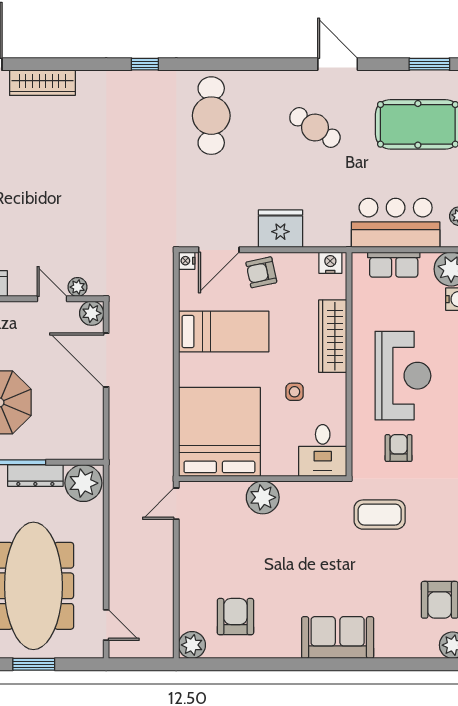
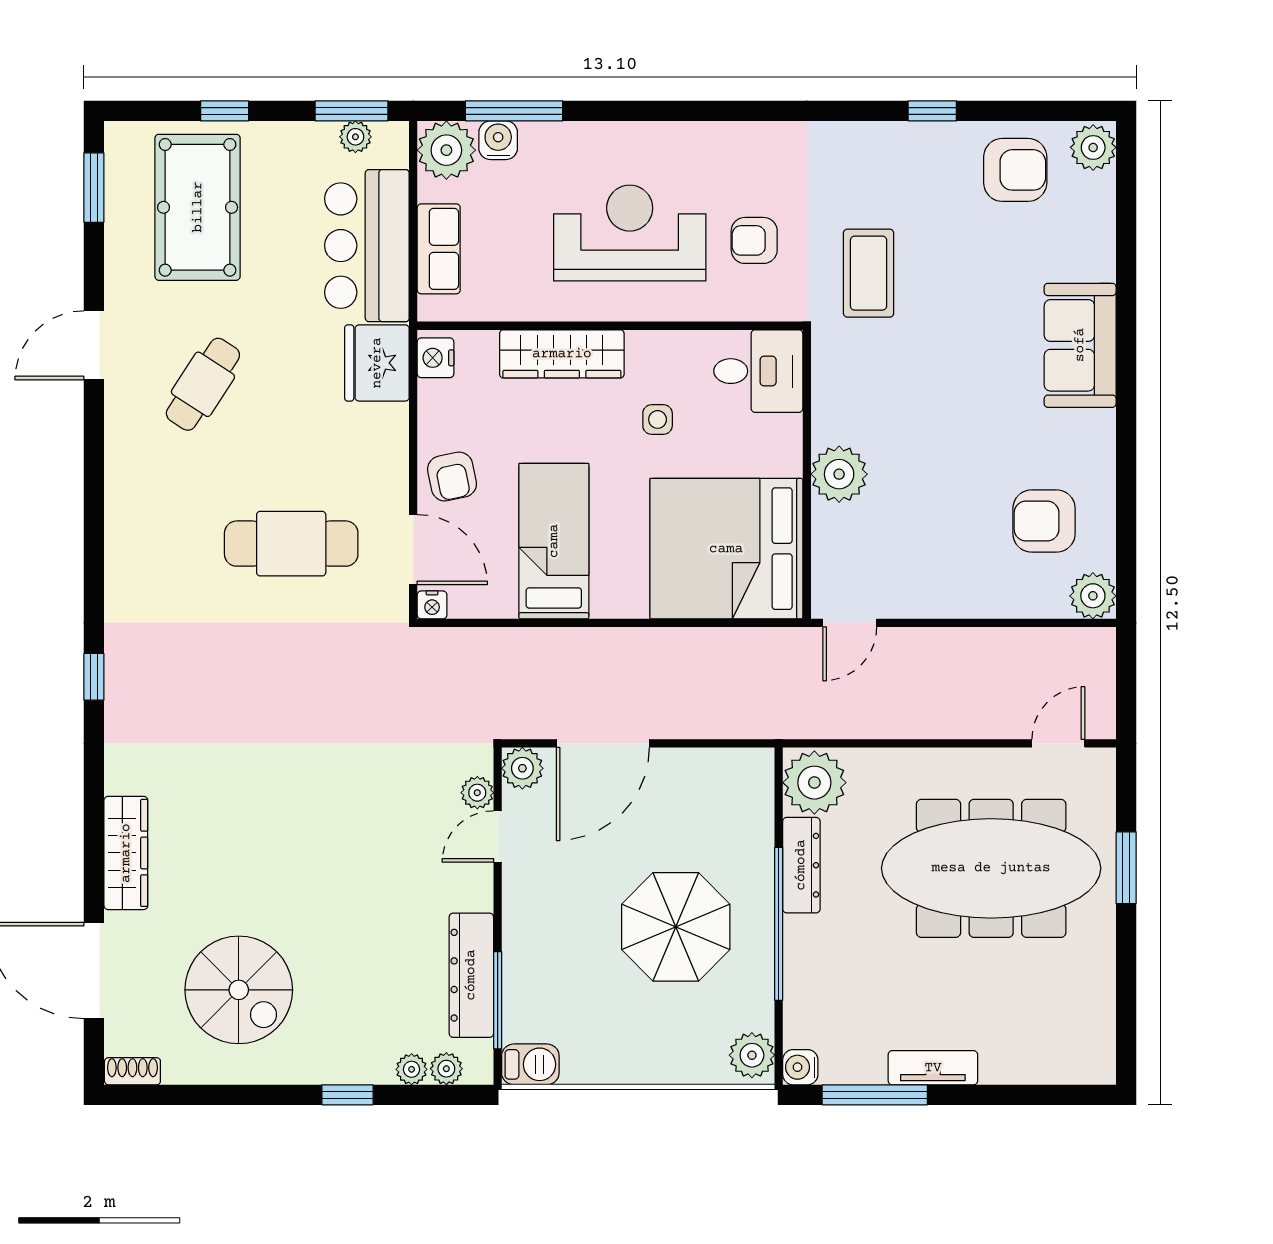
cafe table: (211, 116) -> (291, 544), moved
fridge: (280, 229) -> (377, 363), moved
door: (176, 504) -> (850, 623), hinge flipped

